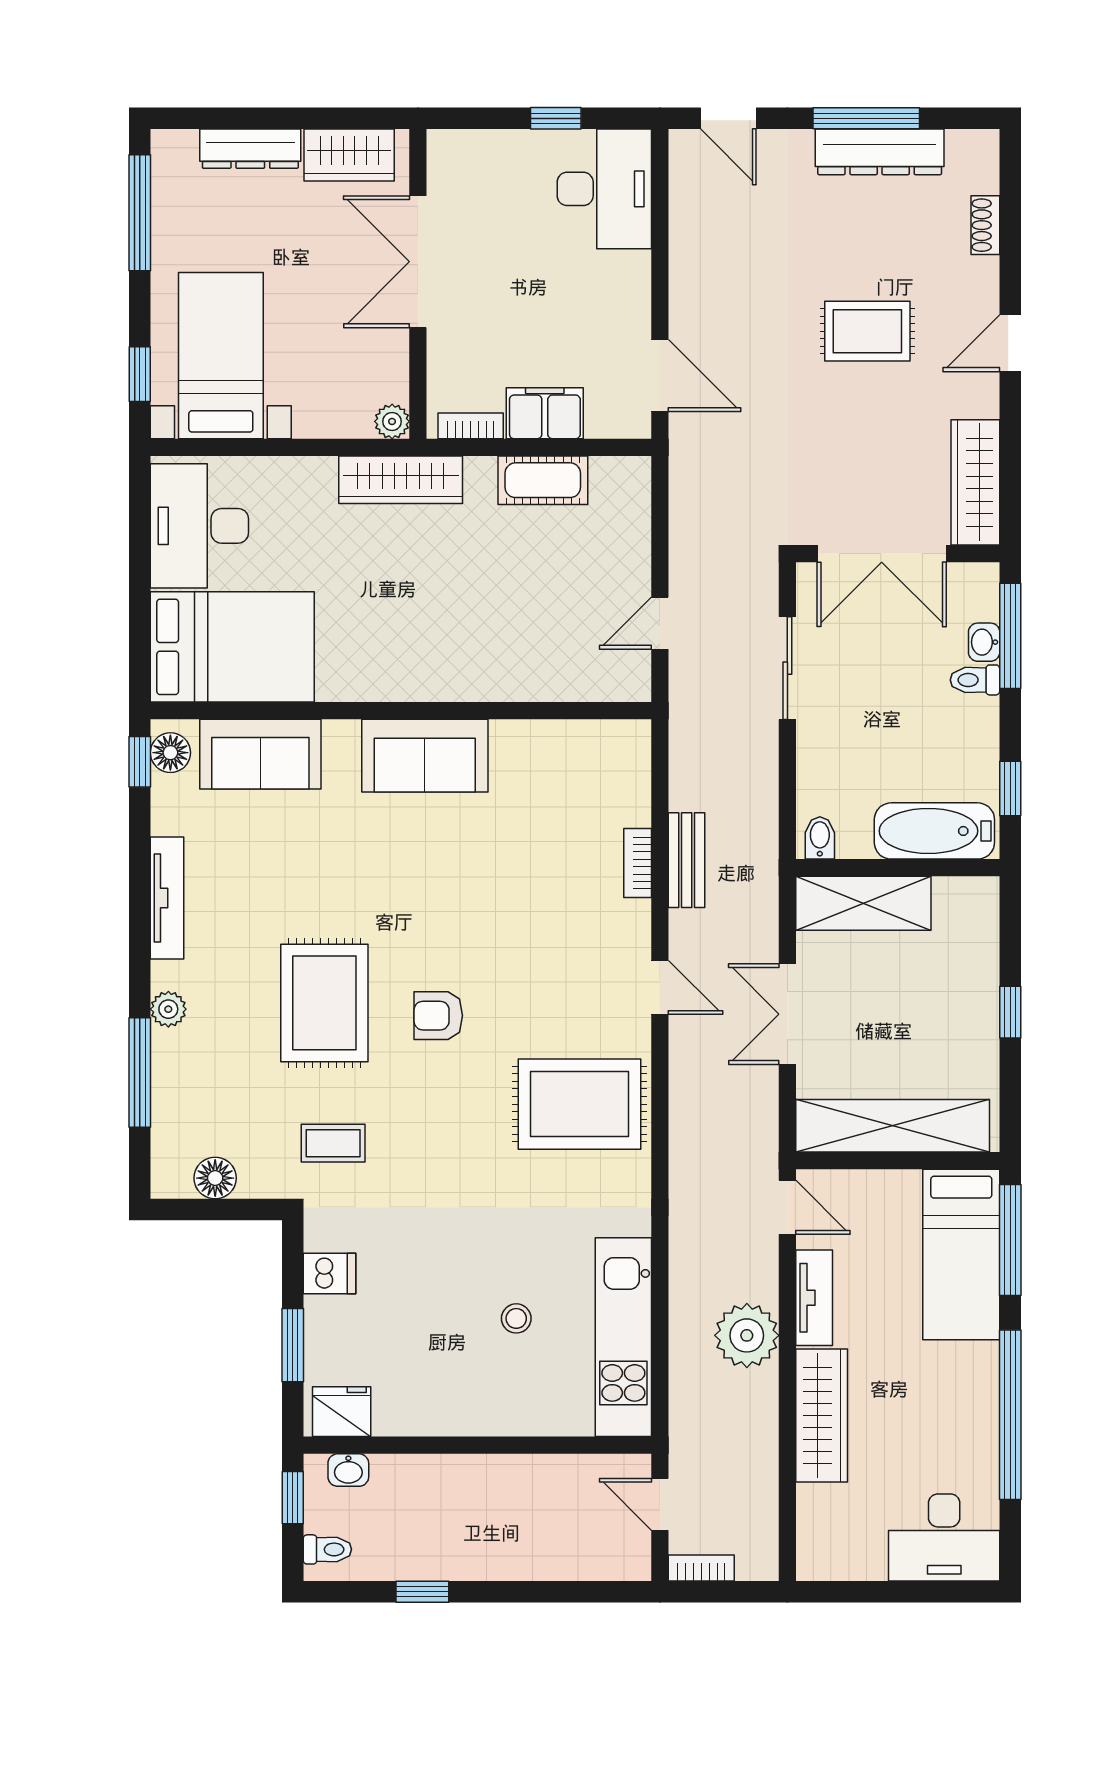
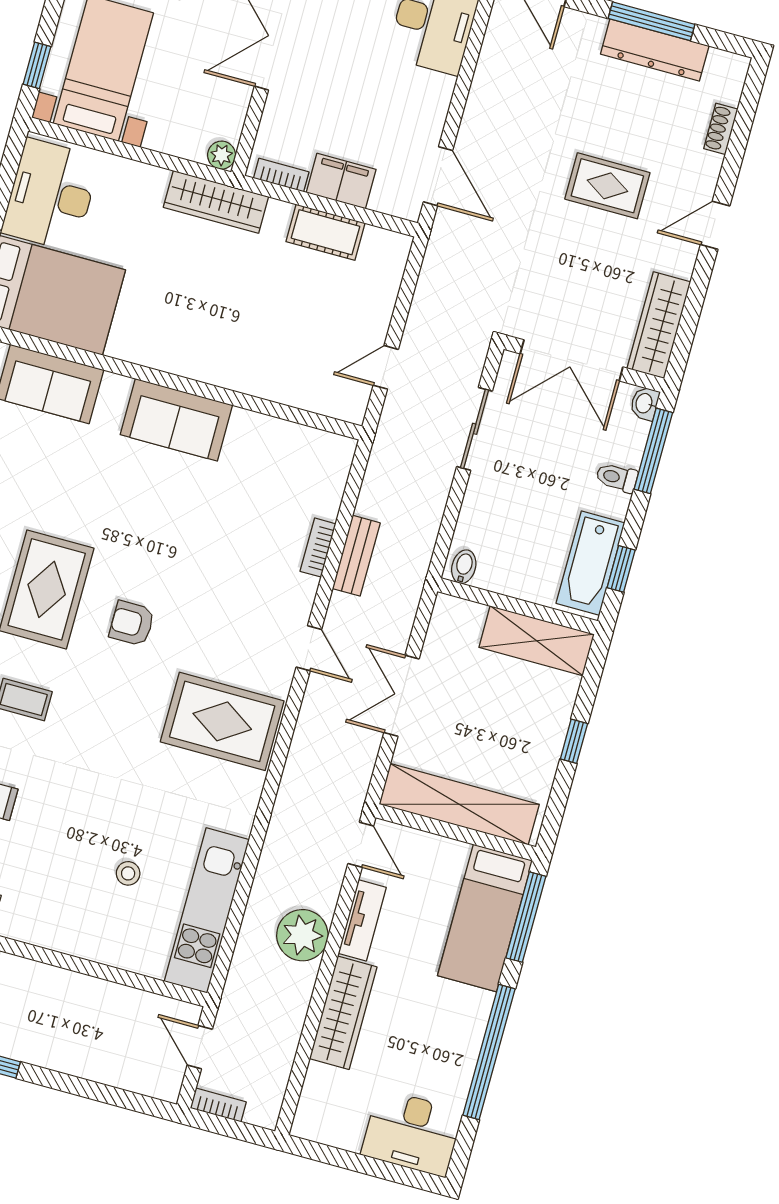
washbasin: (984, 642) -> (645, 403), moved
bathtub: (934, 831) -> (590, 563), moved, turned -90
shelving: (863, 903) -> (537, 641), moved

